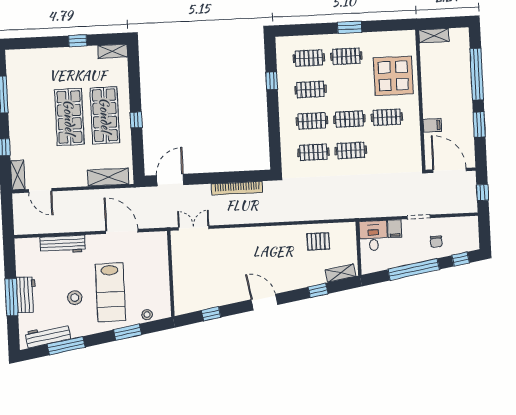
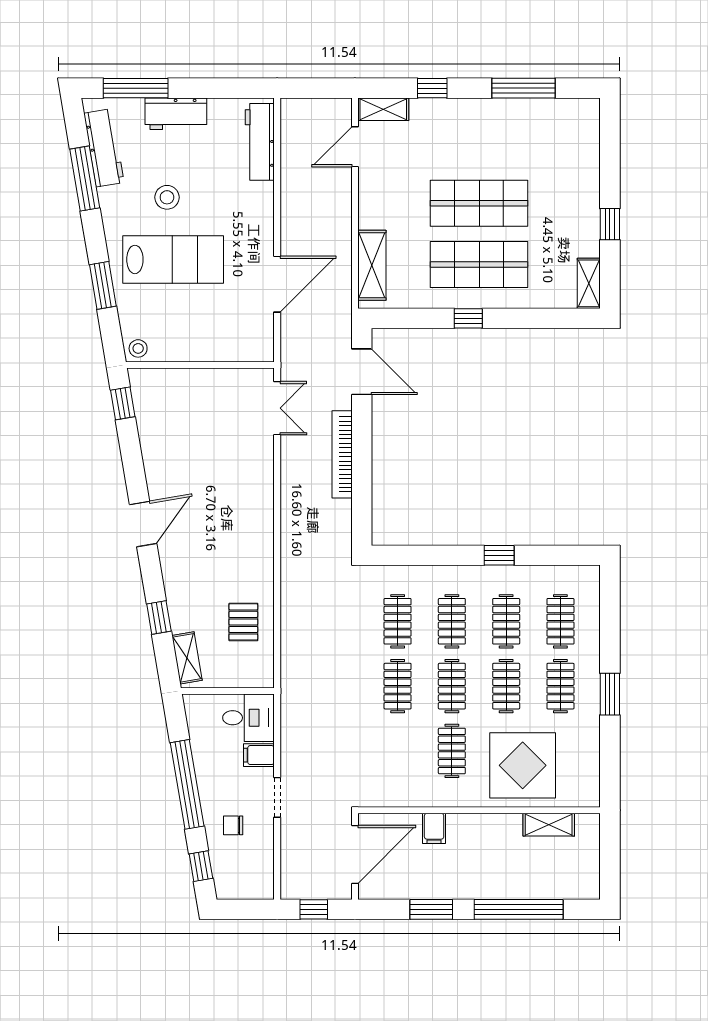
shelving: (434, 36) -> (549, 825), moved, turned 90
window: (272, 81) -> (499, 555), moved
clothes rail: (348, 88) -> (506, 686), added
bookcase: (237, 188) -> (342, 454), moved
workbench: (63, 244) -> (260, 142), moved
lab bench: (111, 292) -> (173, 259), turned 180
window: (11, 297) -> (136, 88), moved
window: (211, 314) -> (123, 403), moved
stool: (147, 315) -> (138, 348), moved

